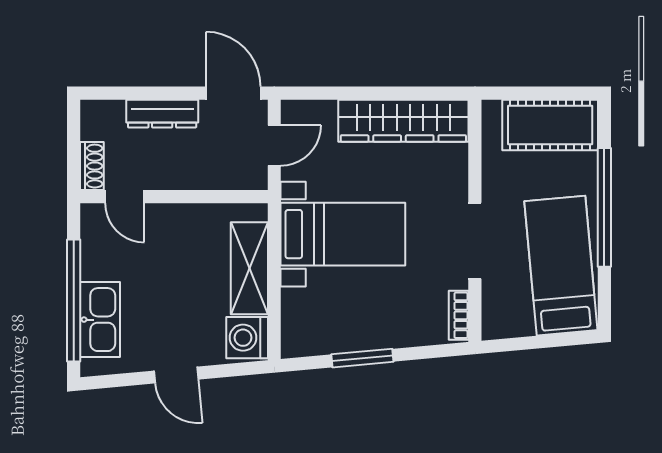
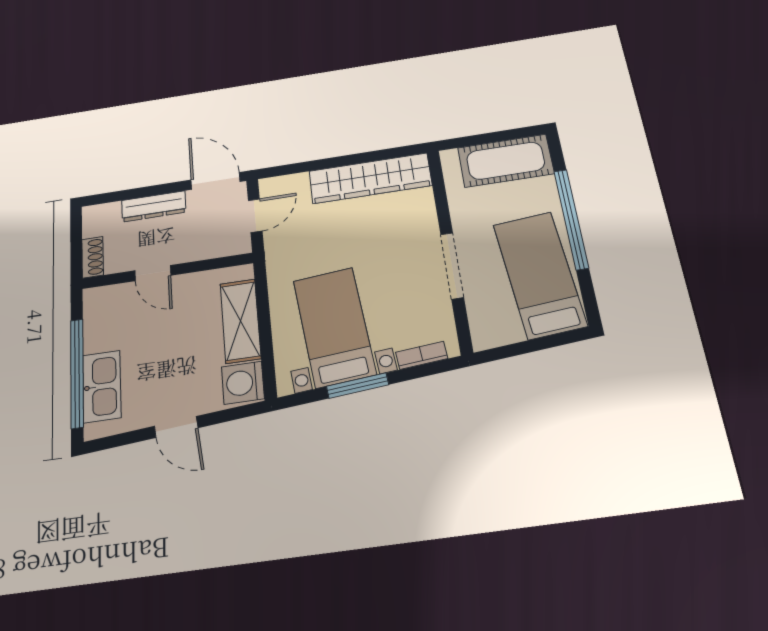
door: (125, 197) -> (153, 273), moved
bed with nightstands: (343, 234) -> (334, 327), moved, turned -95
bookcase: (459, 315) -> (422, 355), moved, turned 85

